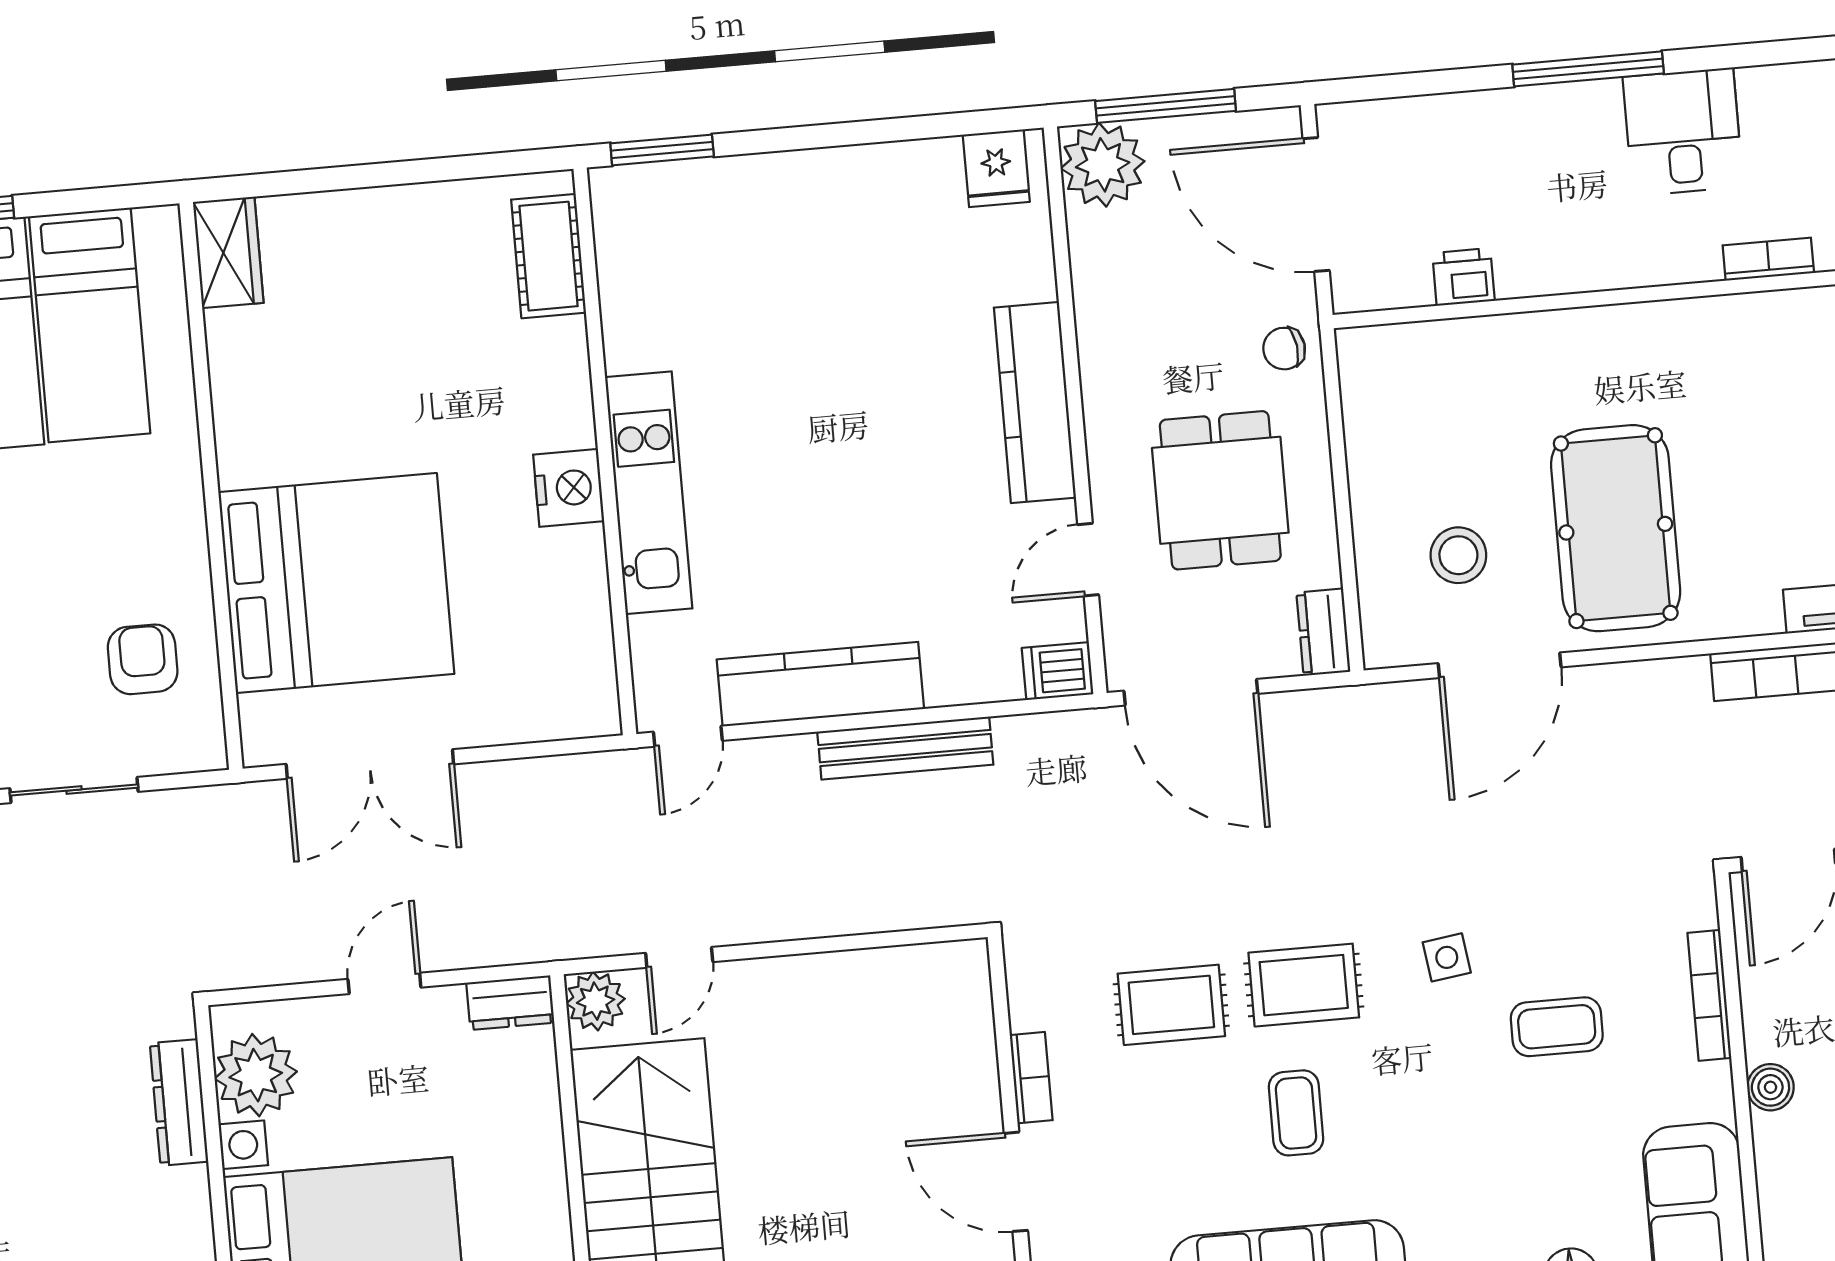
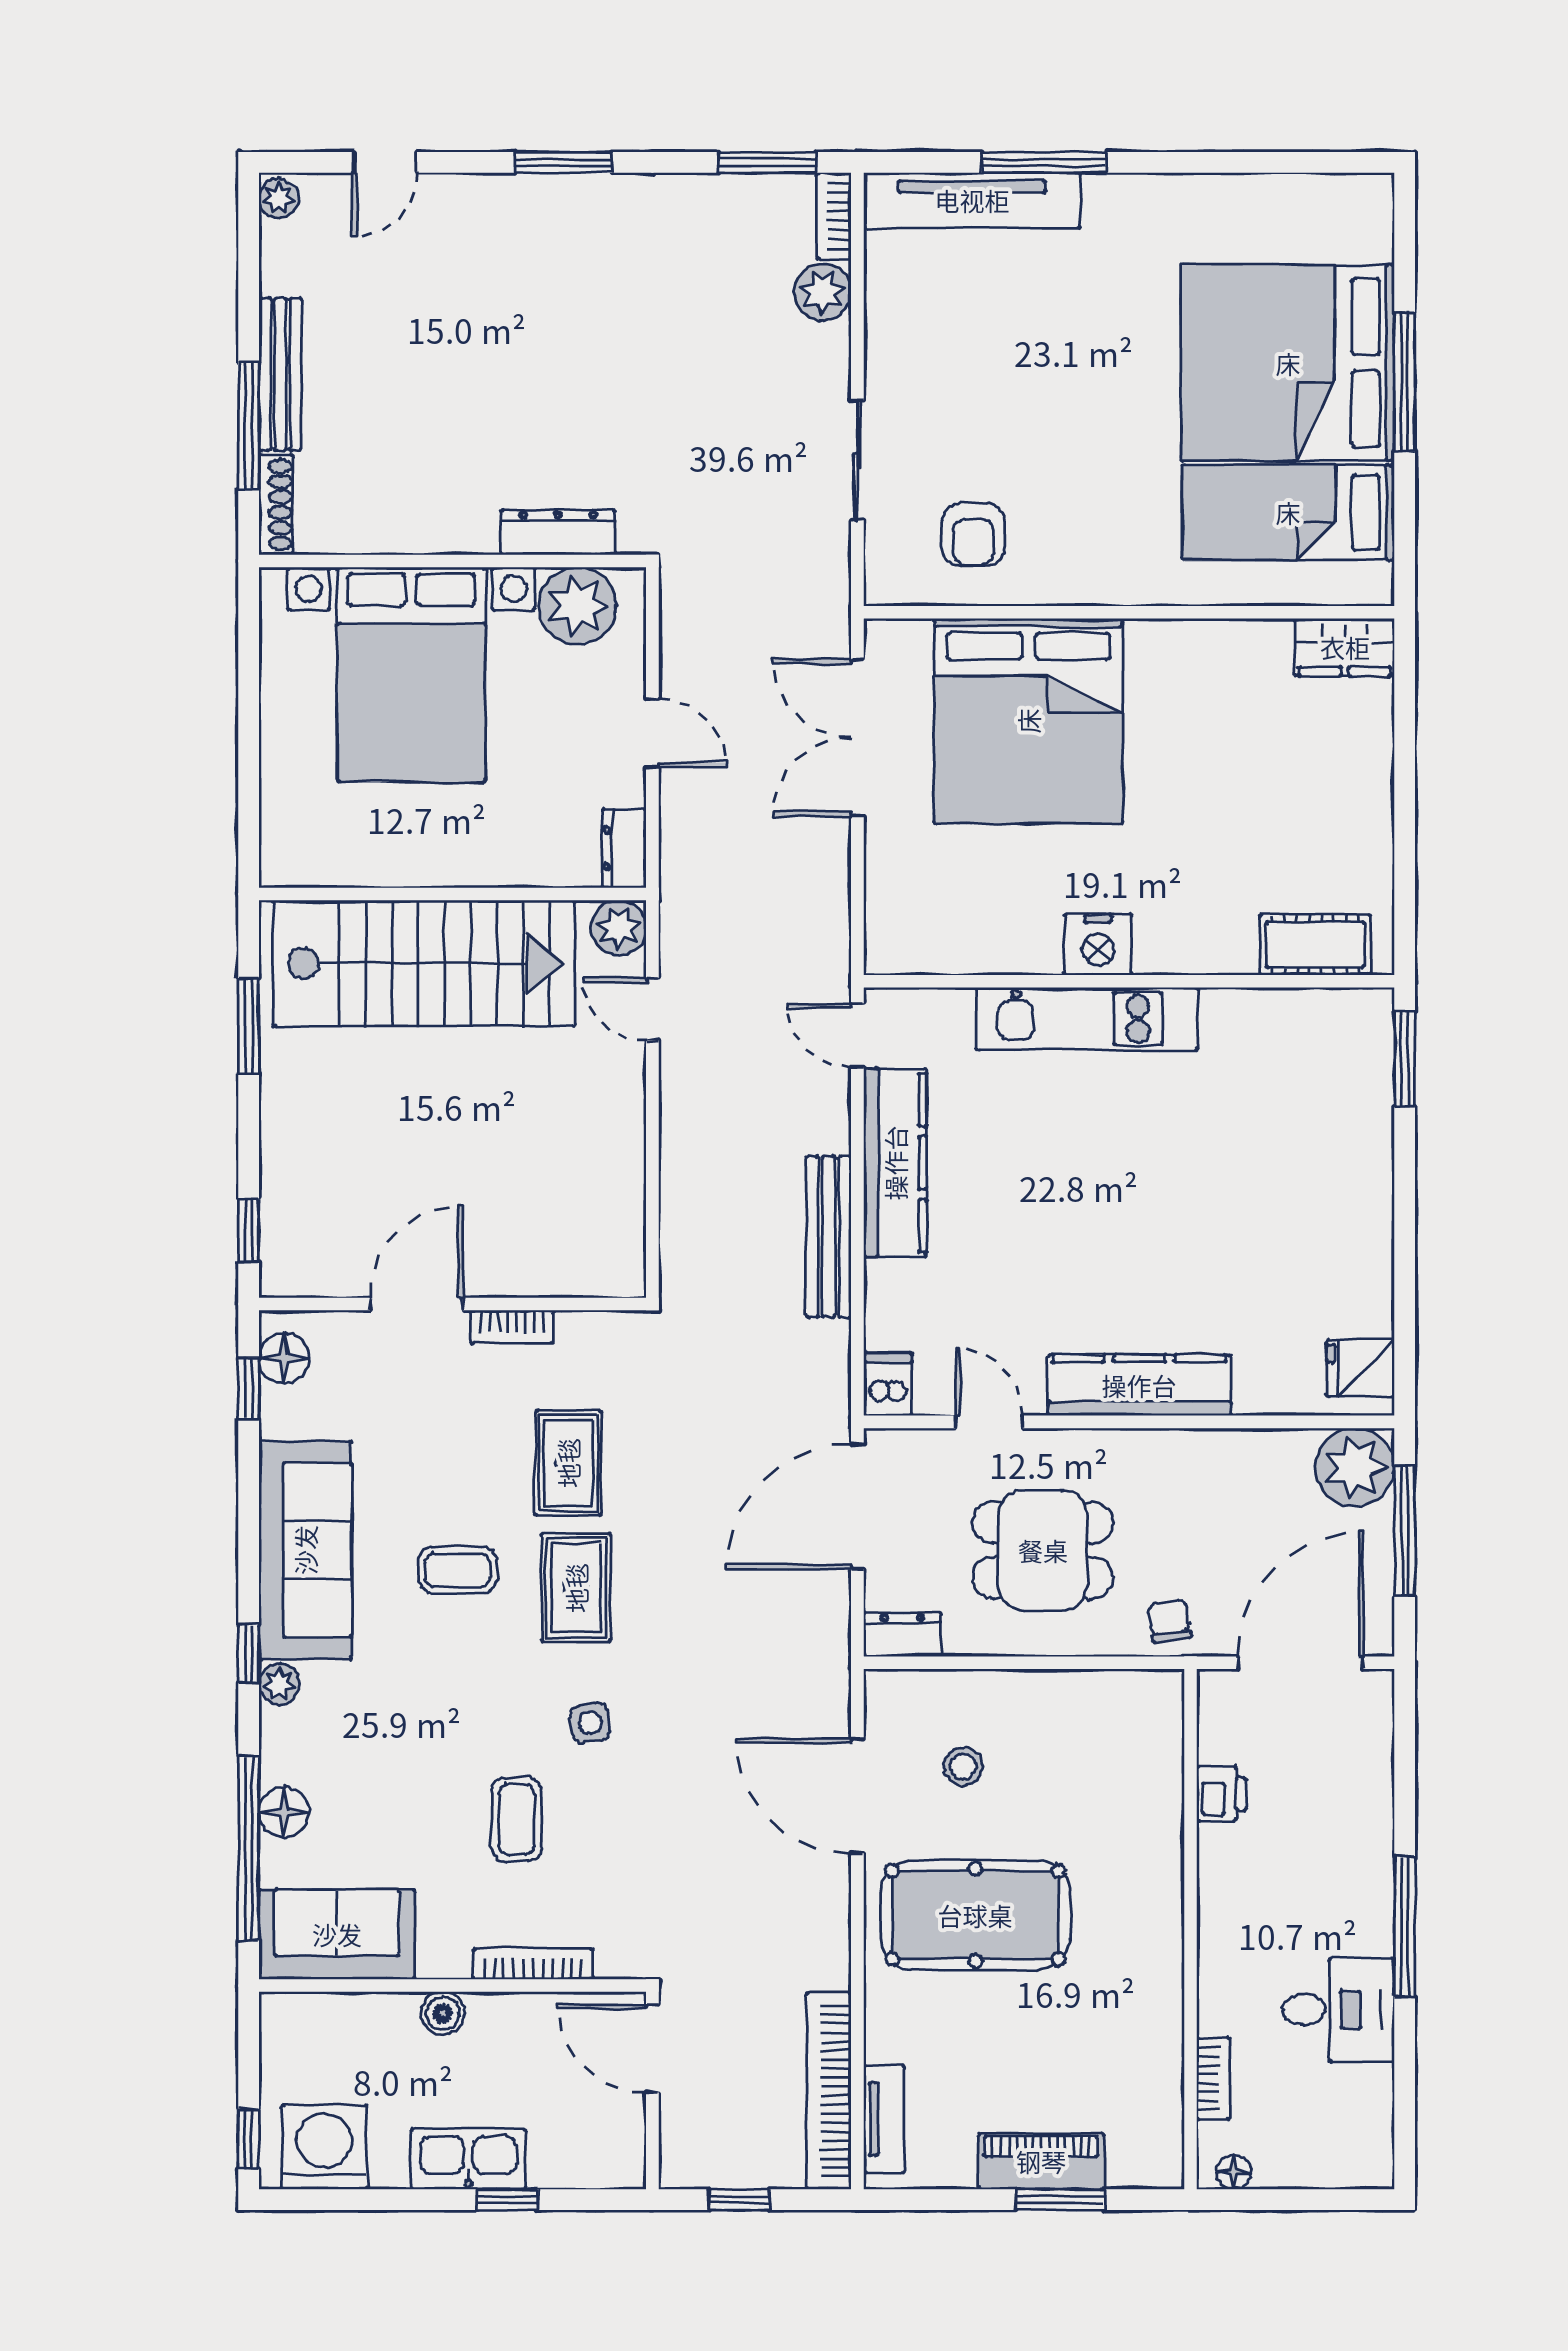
stool: (1458, 555) -> (963, 1766), width x0.73, depth x0.73
armchair: (143, 659) -> (973, 535), turned 90

